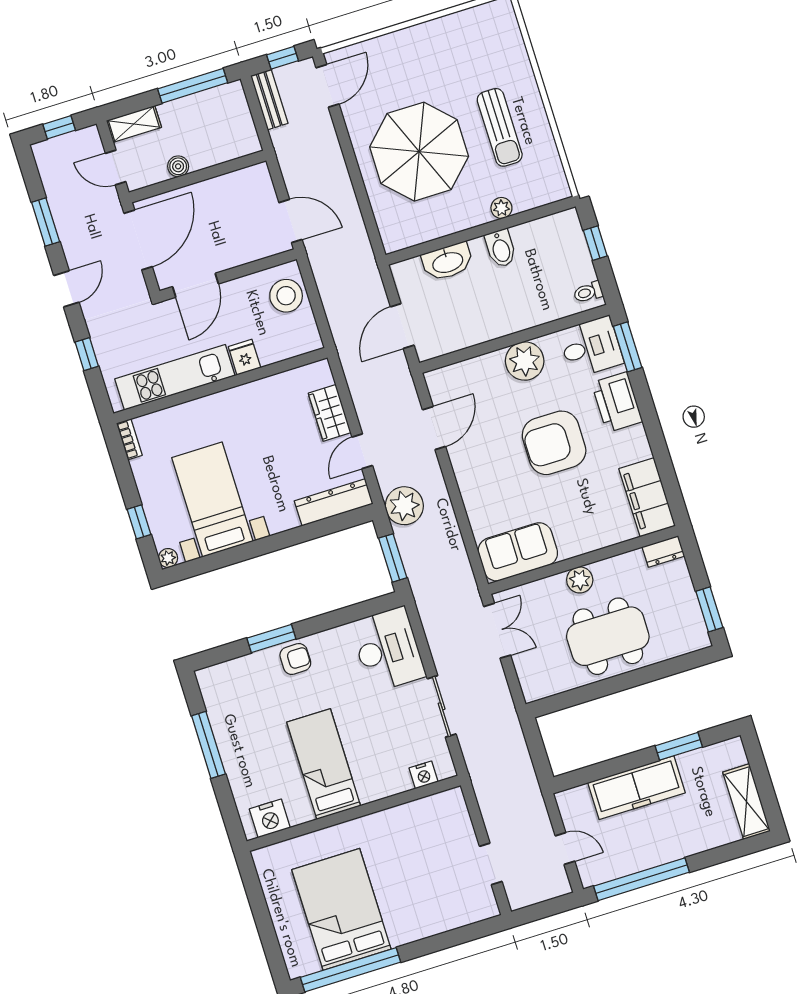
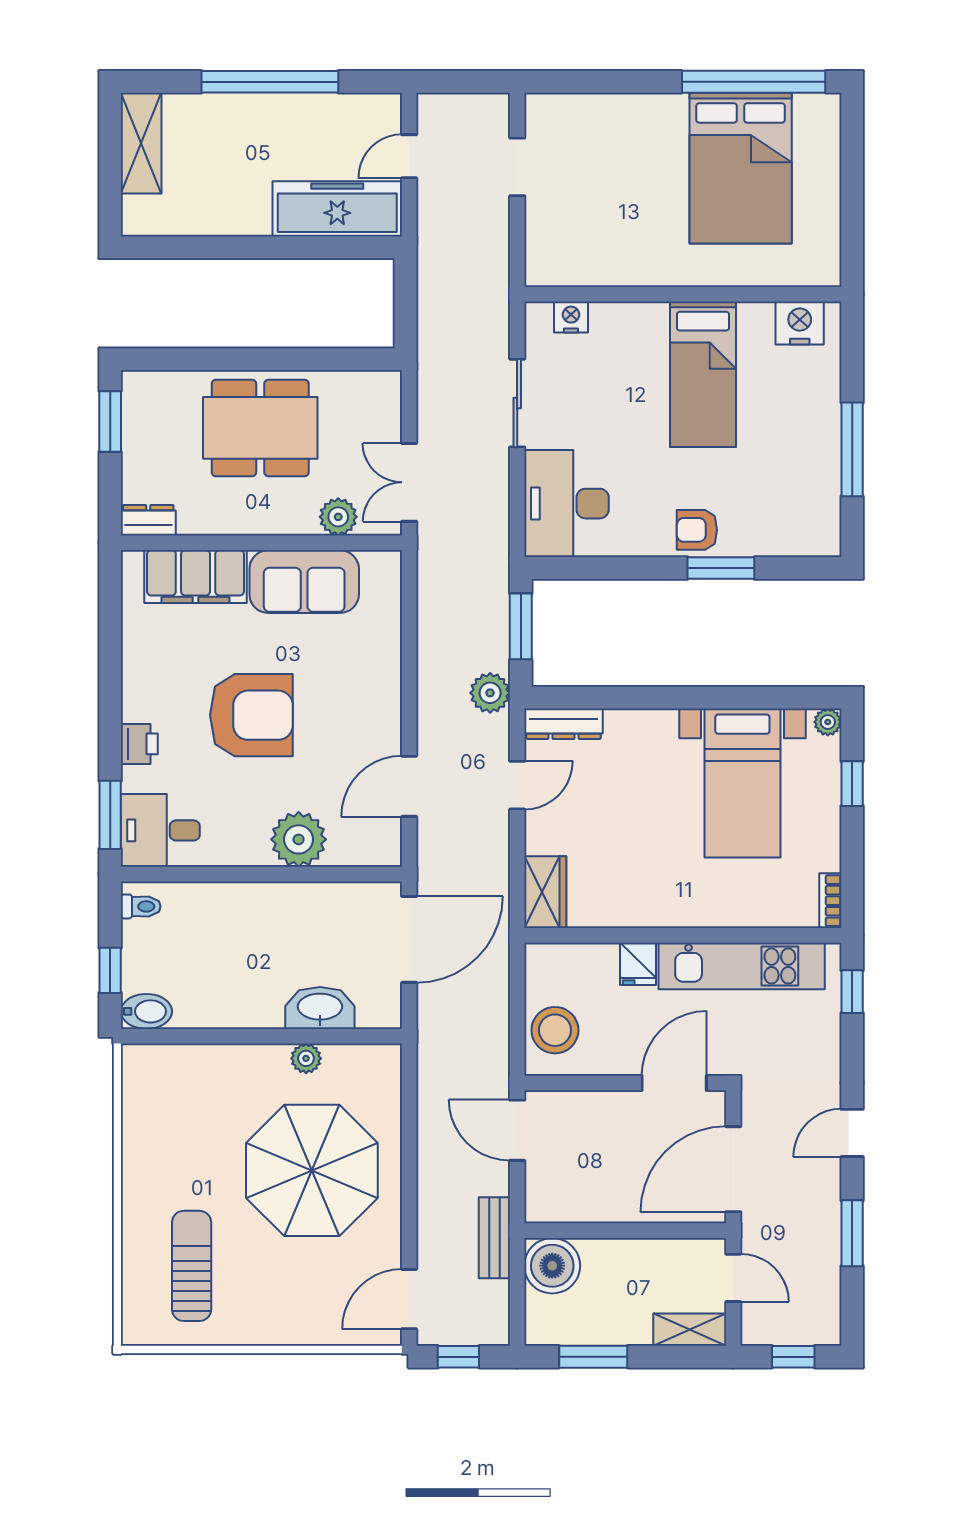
window: (193, 86) -> (593, 1357), width x0.69
bench: (269, 100) -> (494, 1238), moved
sun lounger: (500, 127) -> (192, 1266), moved
boiler: (178, 166) -> (552, 1266), moved, width x1.86, depth x1.86
plant: (501, 208) -> (306, 1058), moved
bidet: (501, 248) -> (146, 1011), moved, turned 90
door: (402, 326) -> (409, 939), width x1.36
window: (87, 354) -> (852, 992), moved
plant: (525, 361) -> (299, 839), moved
printer: (617, 402) -> (139, 744), width x0.53, depth x0.68
wardrobe: (330, 413) -> (545, 892), moved
filing cabinet: (647, 497) -> (196, 576), moved, turned 90
dresser: (334, 502) -> (564, 724), width x0.73, depth x0.80
plant: (404, 506) -> (490, 693), width x0.73, depth x0.73
sofa: (518, 552) -> (304, 582), moved
plant: (580, 580) -> (338, 517), moved
window: (679, 746) -> (210, 247), removed
freezer: (636, 788) -> (337, 209), moved
door: (565, 848) -> (409, 156), hinge flipped
window: (642, 879) -> (270, 82), moved

